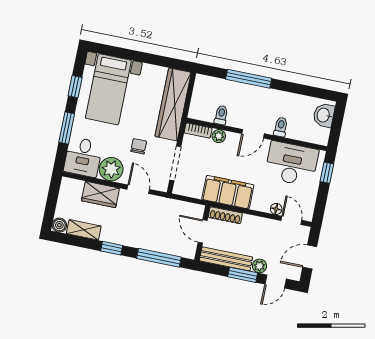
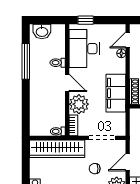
window: (249, 79) -> (26, 61), moved
toilet: (221, 115) -> (58, 131), moved
plant: (219, 136) -> (79, 104), width x1.87, depth x1.87

